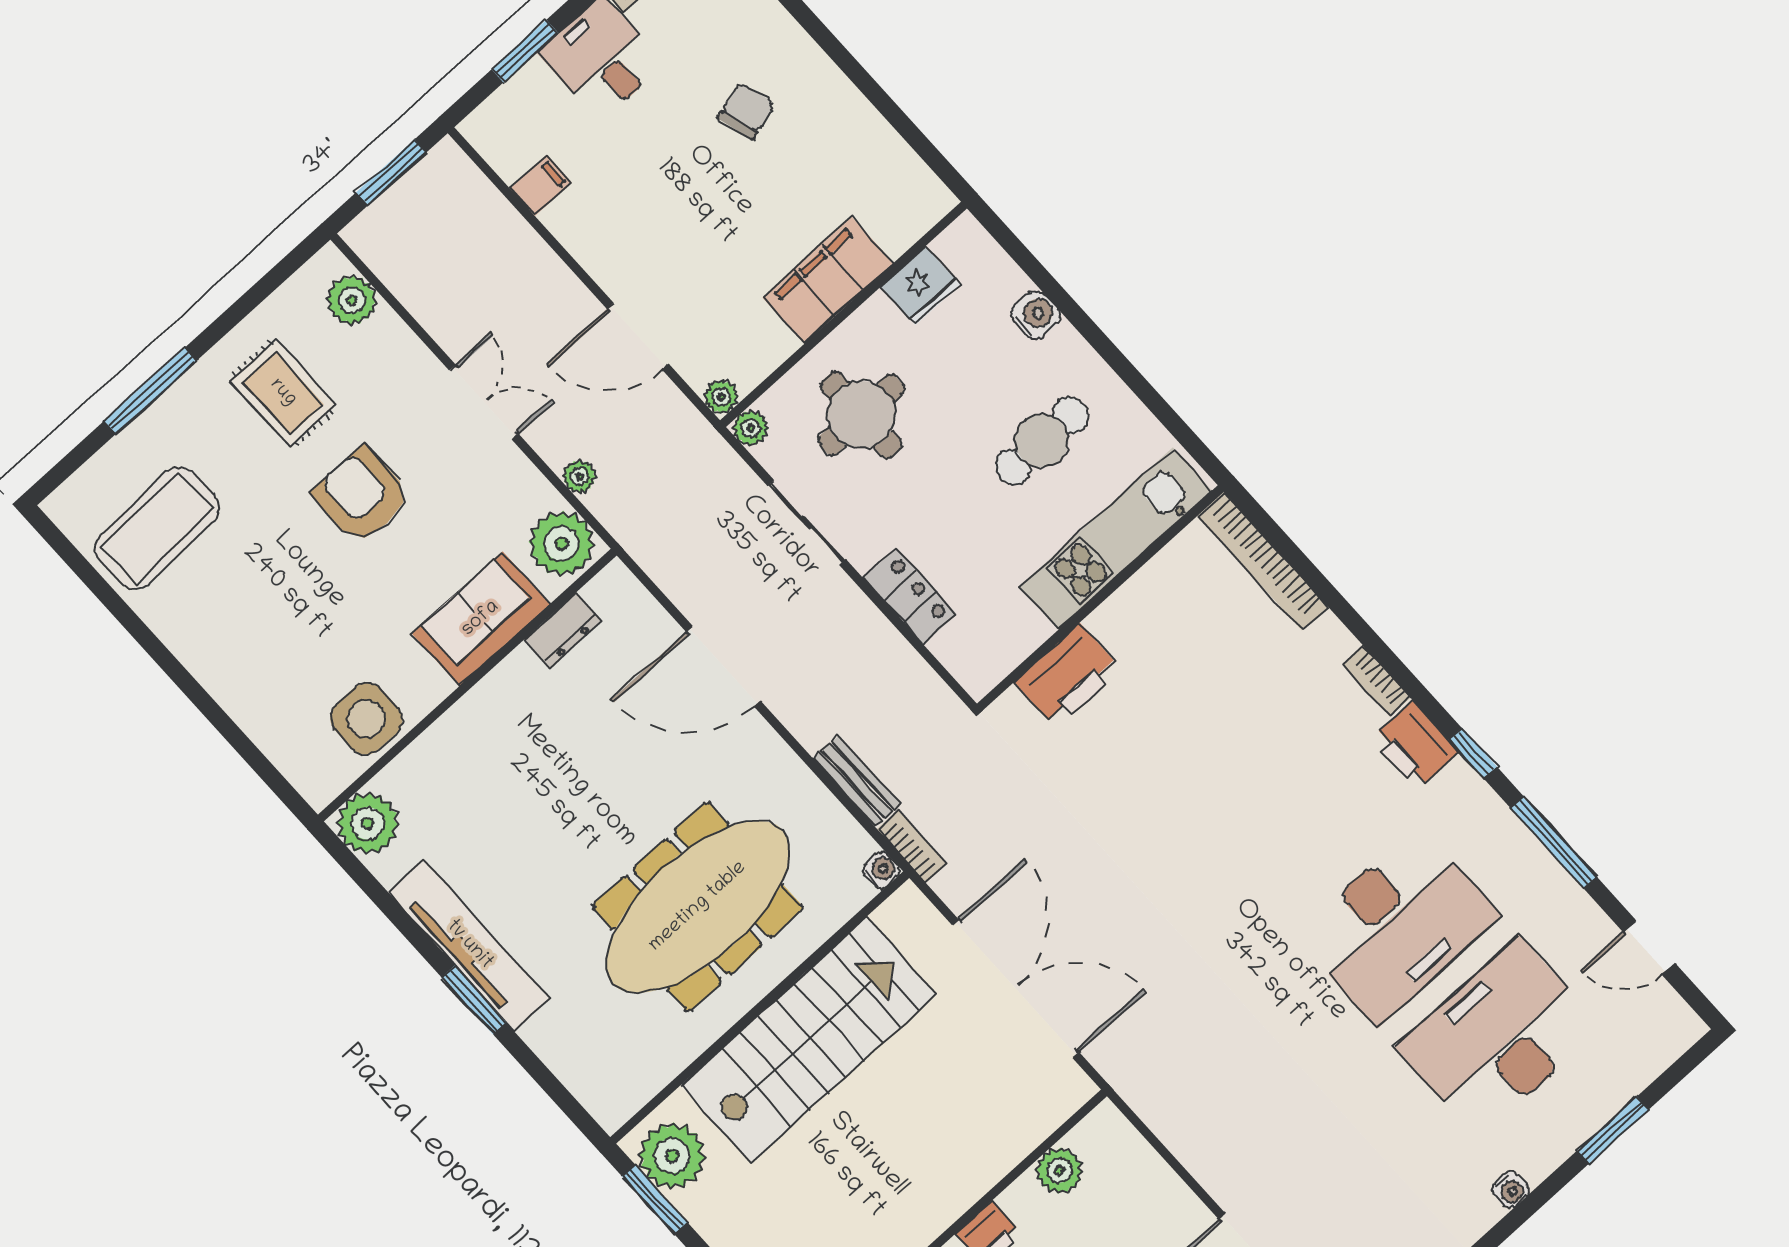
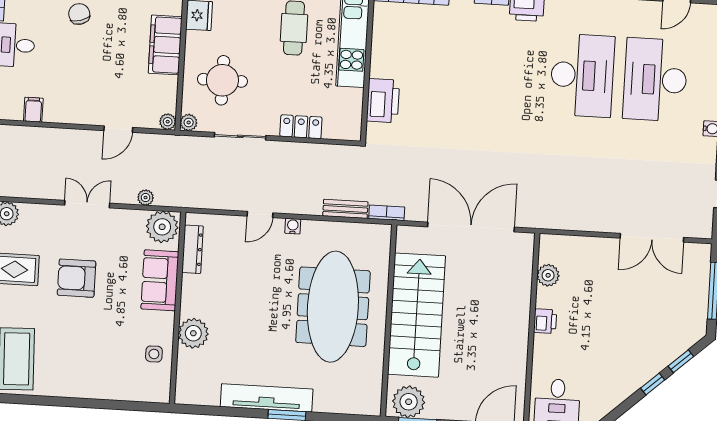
door: (638, 336) -> (118, 129), width x0.73
dresser: (563, 630) -> (193, 249), width x1.44
door: (723, 666) -> (260, 214), width x0.53
side table: (366, 719) -> (154, 354), width x0.54, depth x0.54
plant: (368, 823) -> (193, 333), moved
water cooler: (881, 870) -> (293, 226), moved

